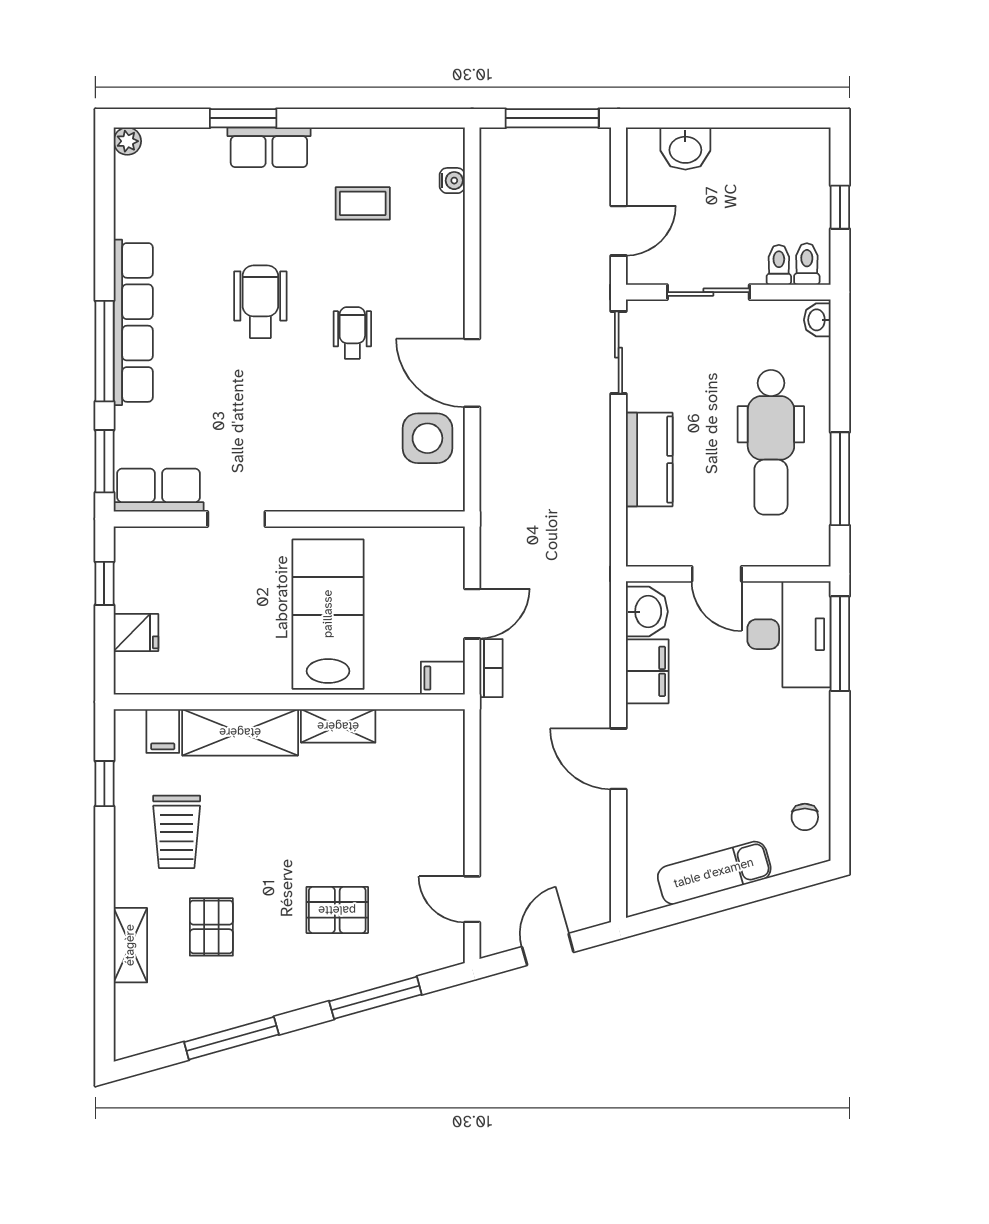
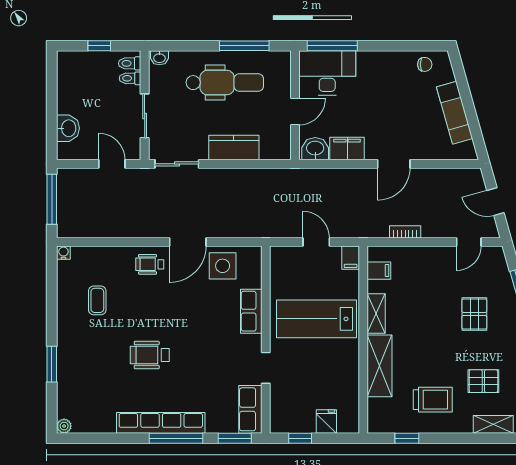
row of seats: (269, 147) -> (251, 311), moved, turned 180
water cooler: (452, 181) -> (63, 253), moved
wheelchair: (352, 333) -> (150, 264), moved
bookcase: (491, 668) -> (405, 232), moved
filing cabinet: (163, 731) -> (379, 271), moved

